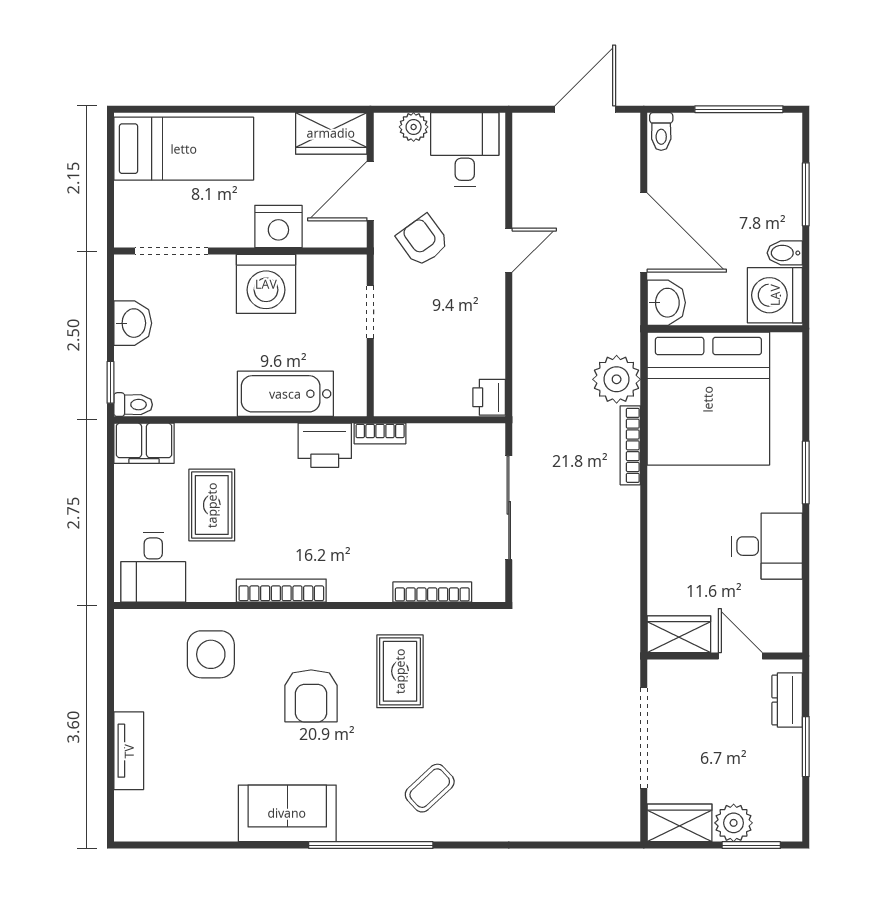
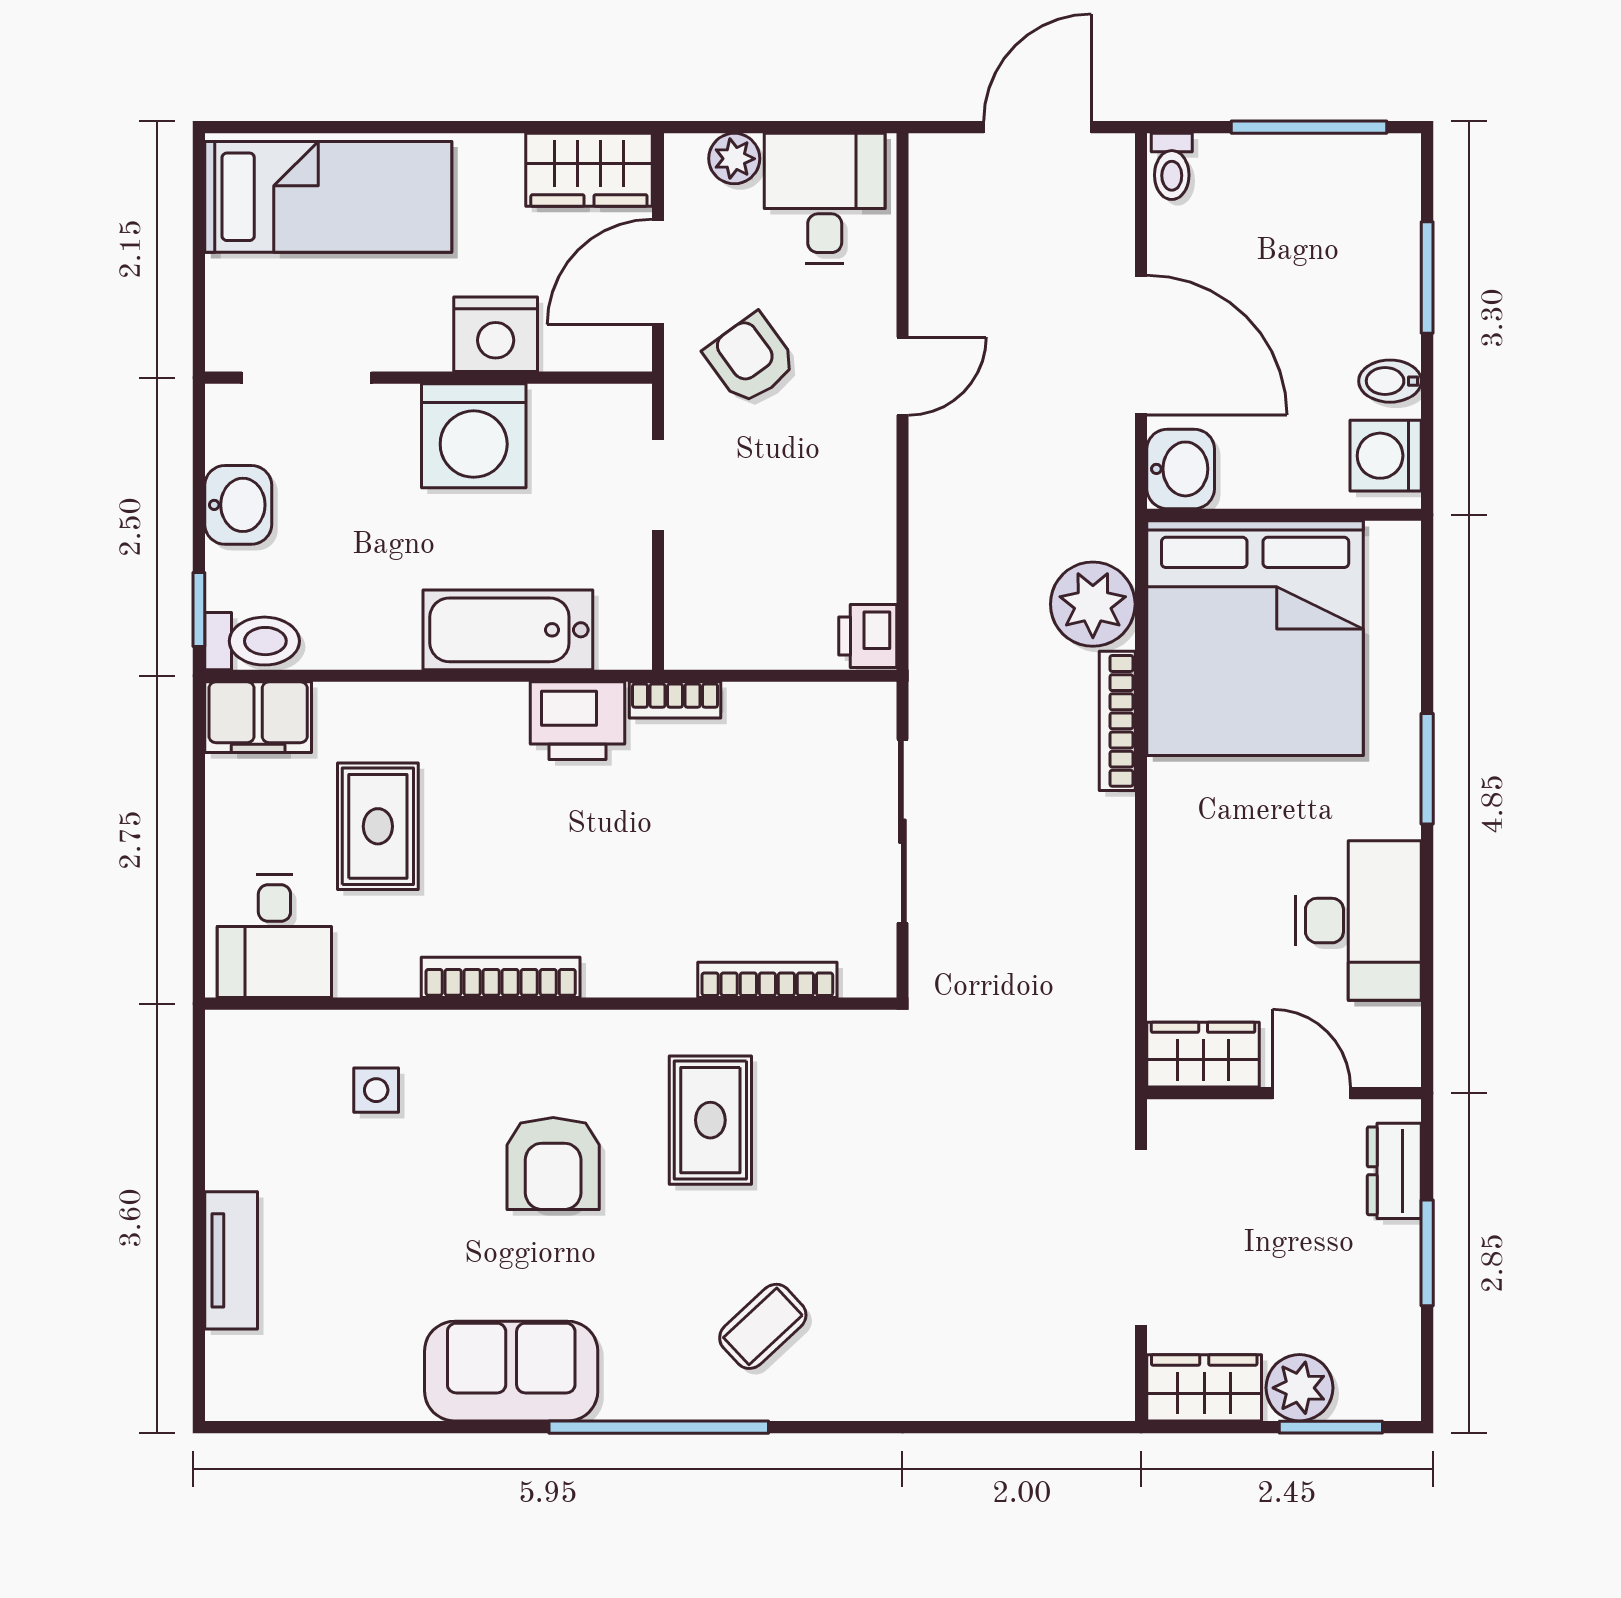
washing machine: (775, 295) -> (1386, 456), width x0.73, depth x0.73
toilet: (133, 405) -> (252, 641), width x1.37, depth x1.39
desk: (767, 546) -> (1358, 921), width x1.37
side table: (211, 654) -> (376, 1090), width x0.54, depth x0.54

